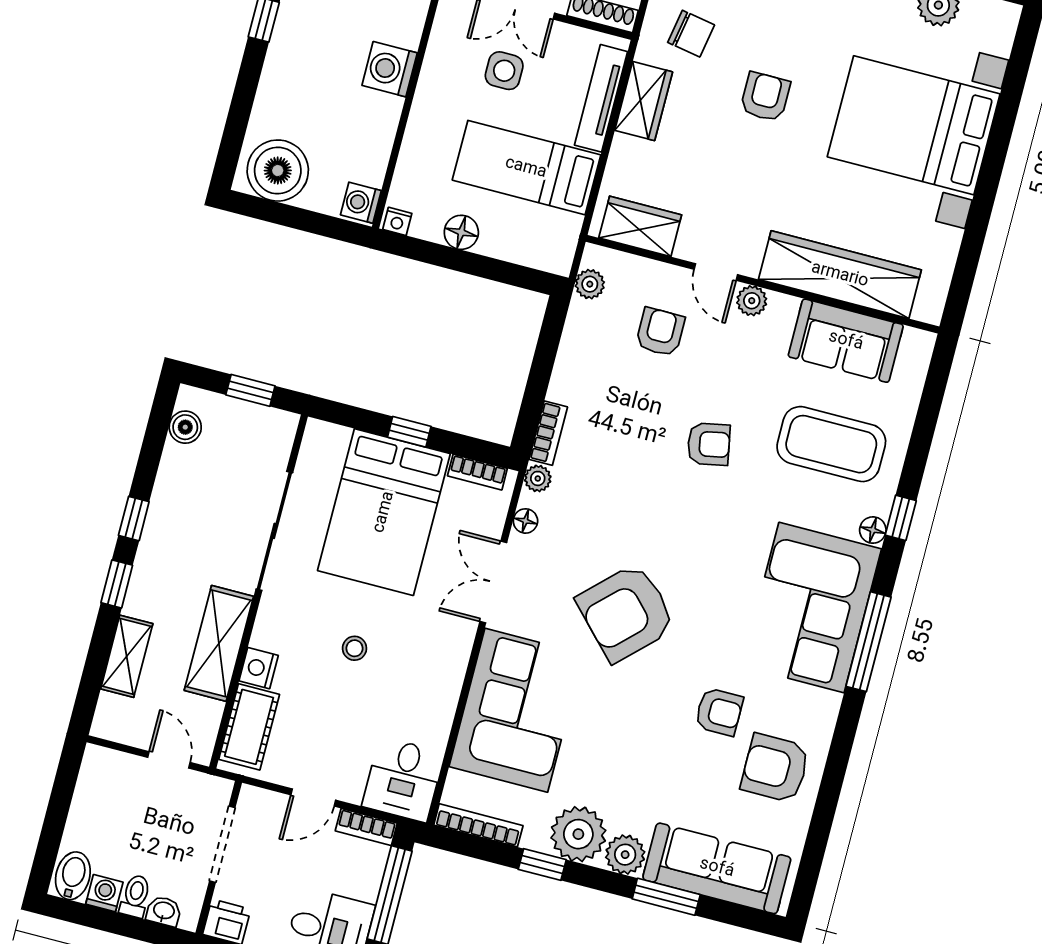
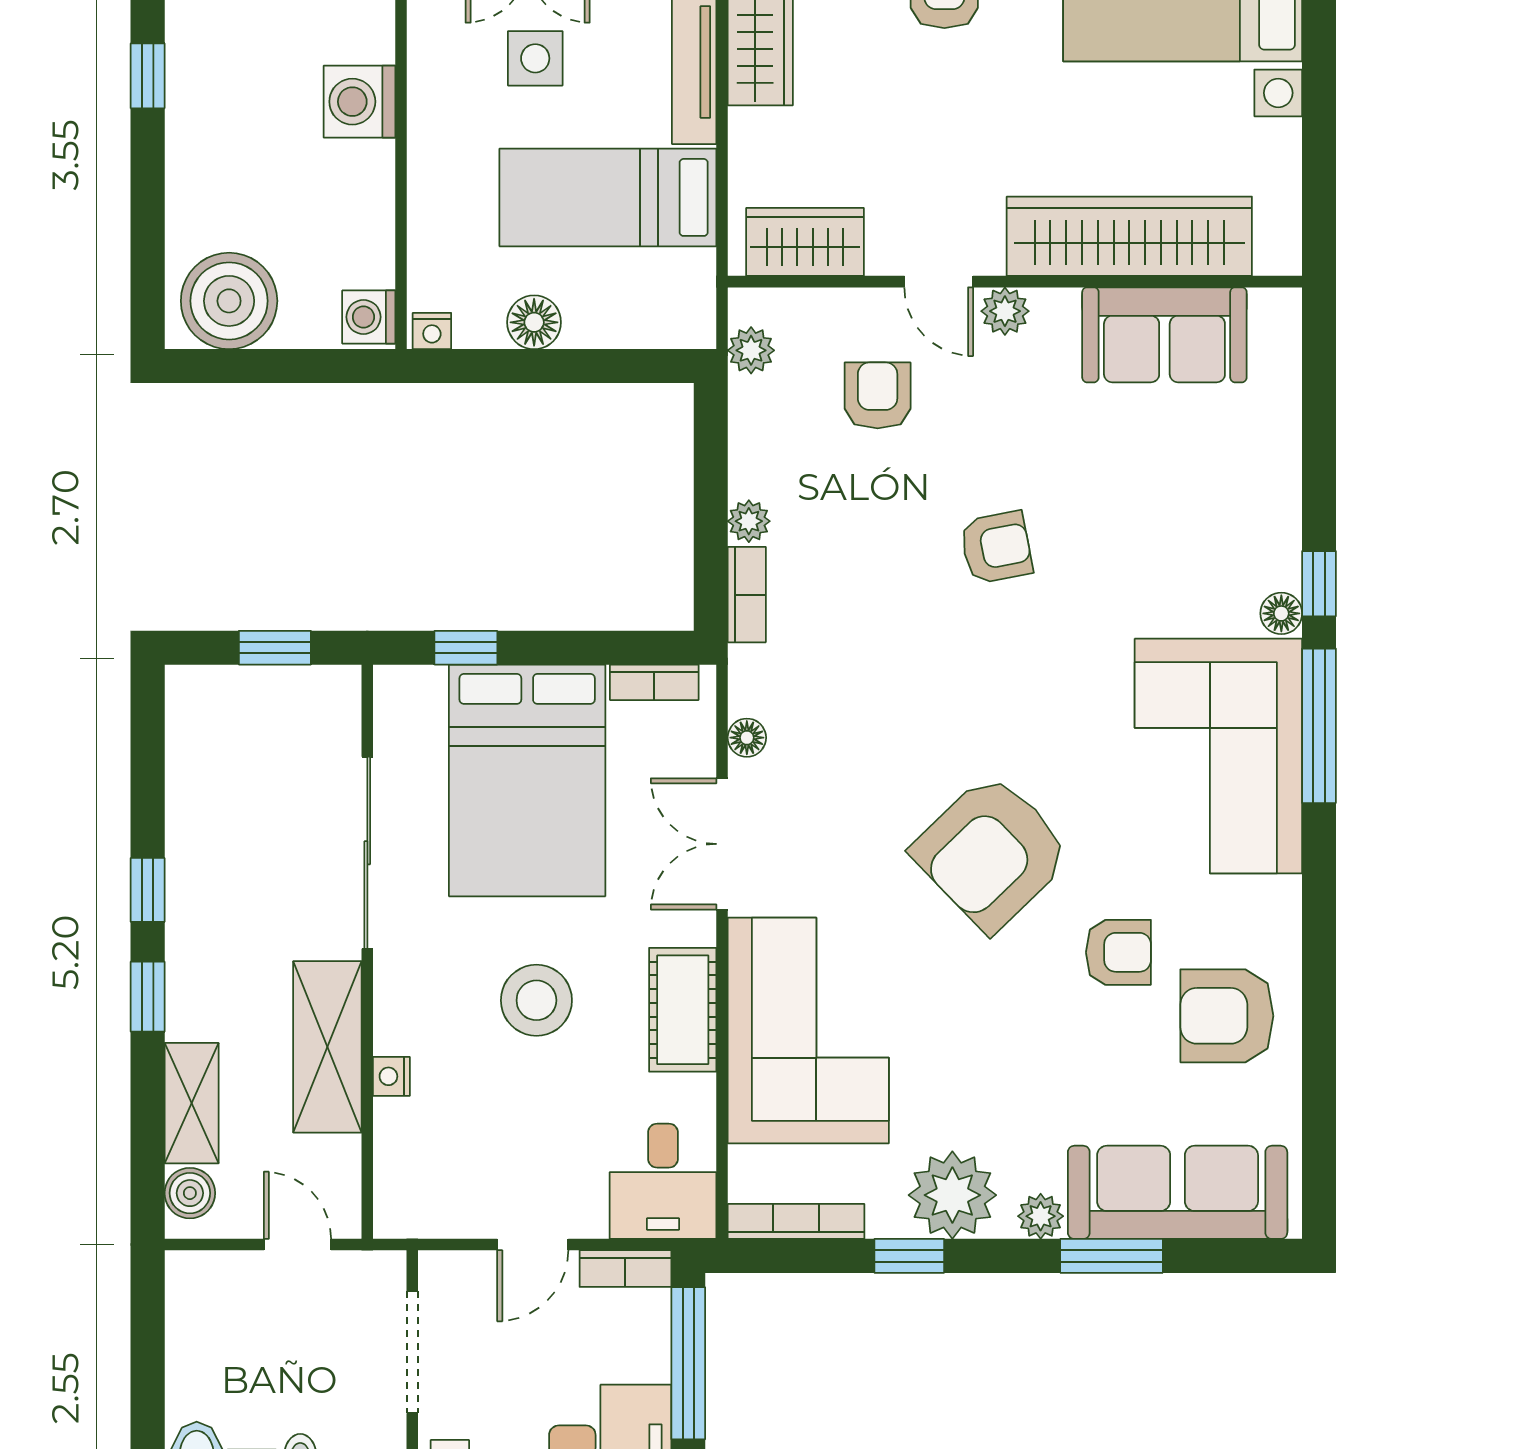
boiler: (185, 427) -> (190, 1193), moved
window: (409, 432) -> (466, 648), moved
coffee table: (831, 444) -> (1184, 499), removed
plant: (538, 478) -> (749, 521), moved
armchair: (626, 613) -> (992, 852), moved
window: (868, 642) -> (1319, 726), moved
stool: (354, 648) -> (536, 1000), width x1.89, depth x1.89
nightstand: (259, 668) -> (391, 1076), width x0.72, depth x0.74
cot: (249, 727) -> (683, 1010), moved
plant: (625, 855) -> (1041, 1216), width x0.73, depth x0.73

